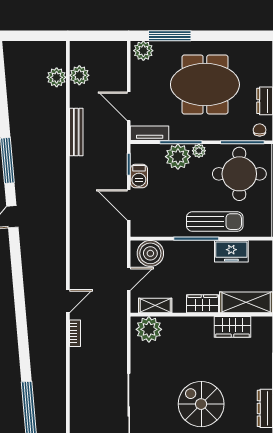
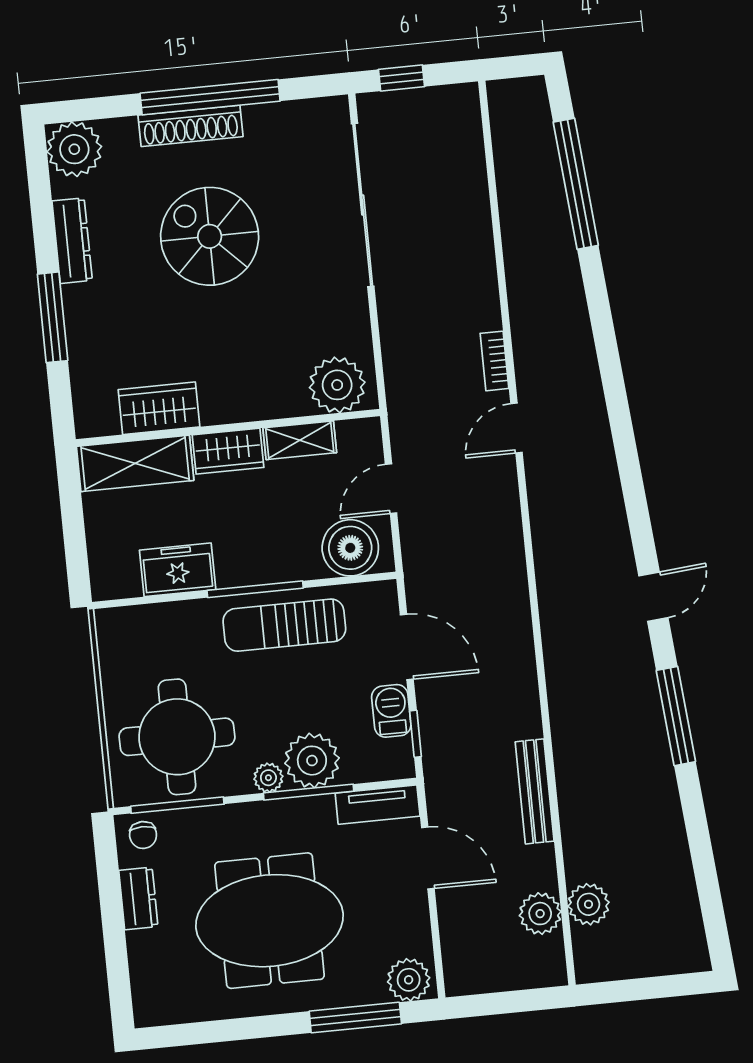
sun lounger: (215, 222) -> (284, 625), moved
shelving: (155, 306) -> (300, 440), moved
spiral stairs: (201, 404) -> (210, 236), turned 180

